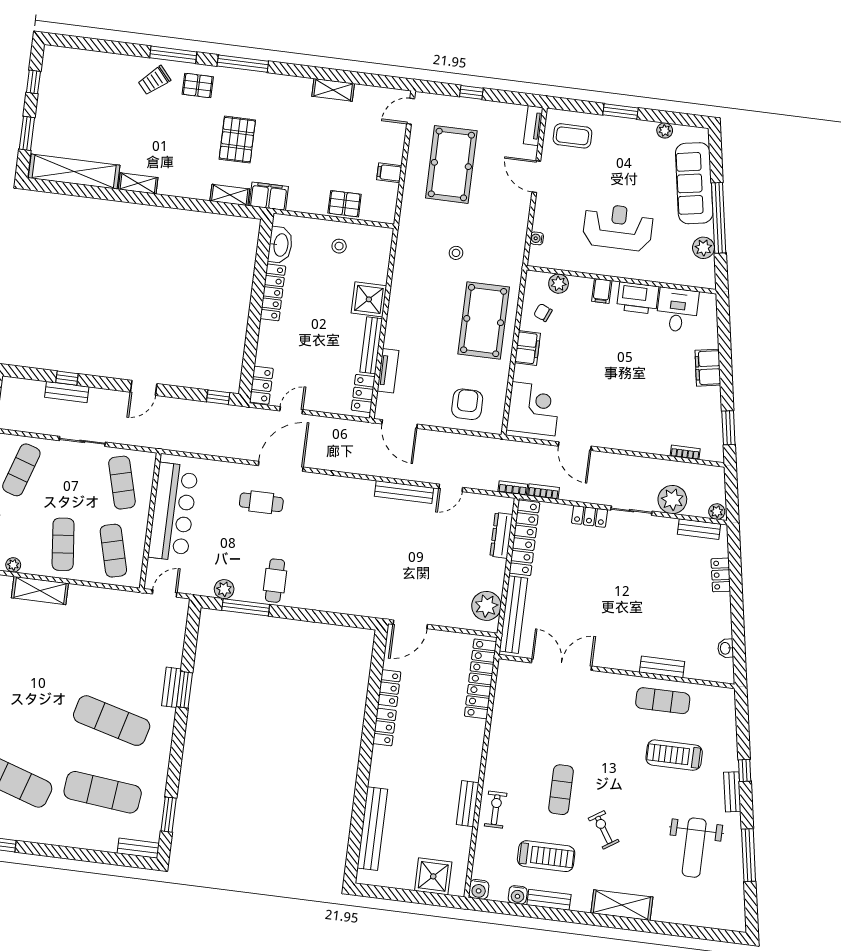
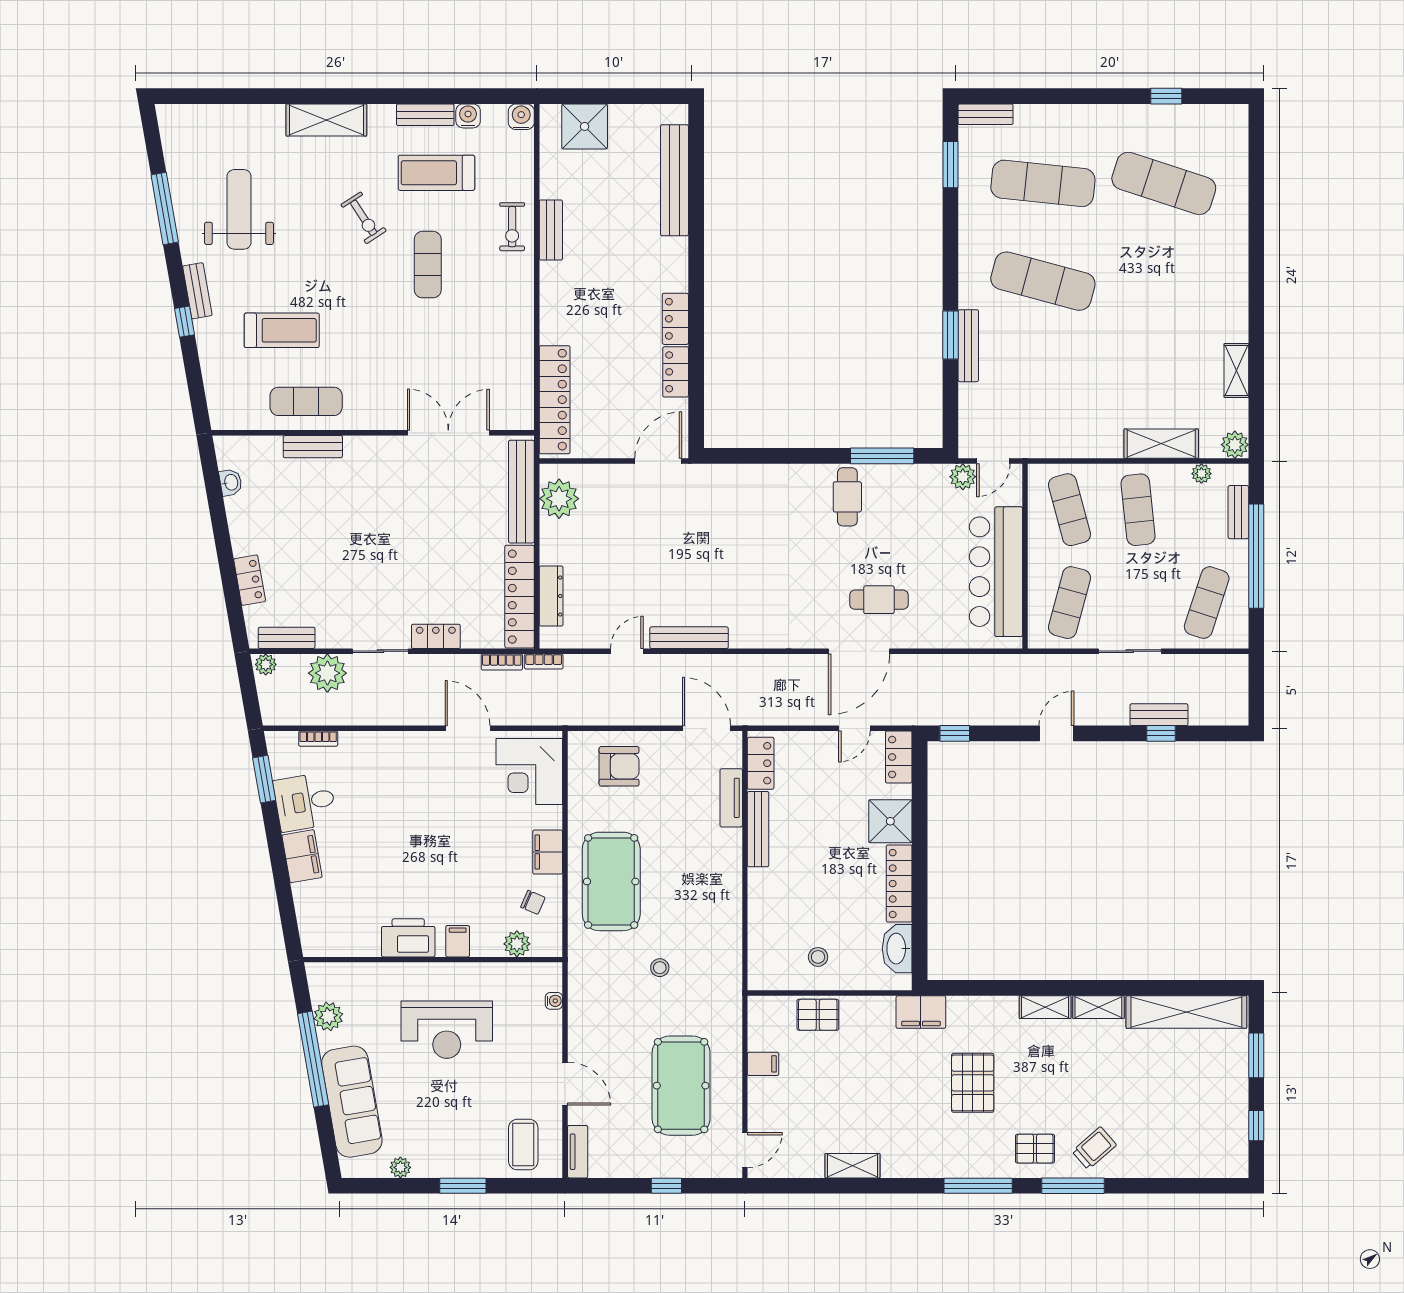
coffee table: (572, 136) -> (523, 1145), turned 90
shelving: (230, 195) -> (1045, 1007), moved
shower: (369, 299) -> (890, 821), moved
desk: (677, 310) -> (305, 802), moved, turned 80
armchair: (467, 404) -> (619, 766), turned -90
exercise mat: (122, 483) -> (1069, 603), turned 30
plant: (224, 589) -> (963, 477), moved
double door: (561, 665) -> (448, 433), swing flipped
bench: (171, 687) -> (968, 346), width x1.36

